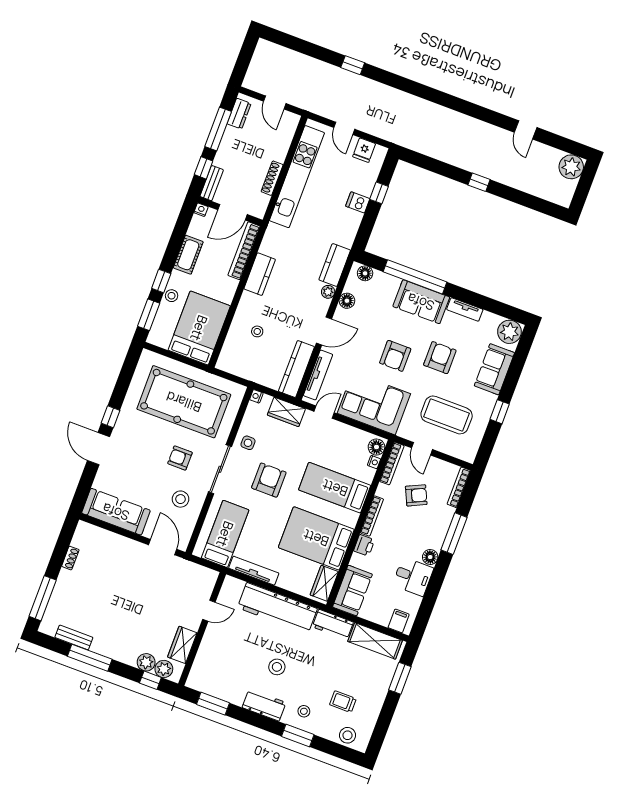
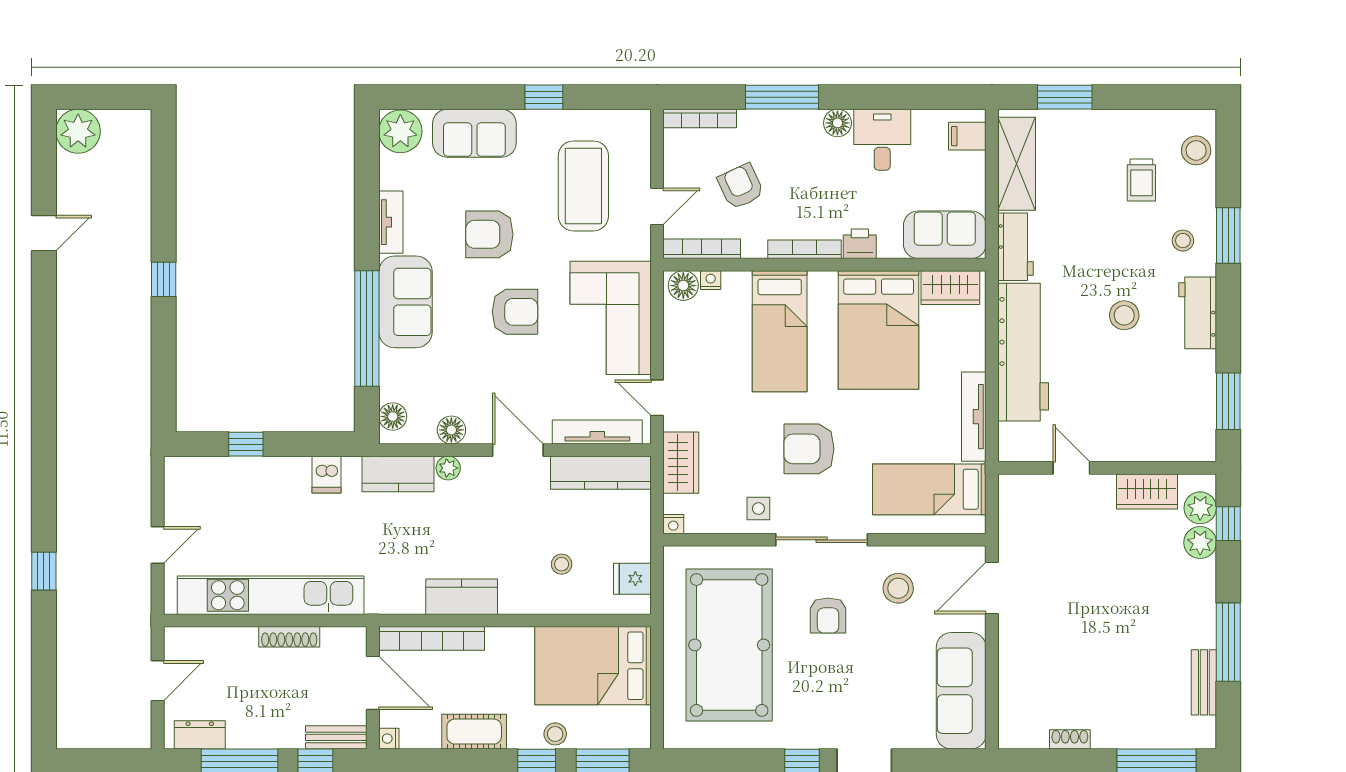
fridge: (364, 150) -> (632, 579), moved, turned 180
dishwasher: (358, 202) -> (327, 475), moved

